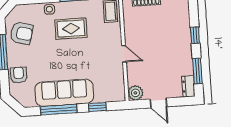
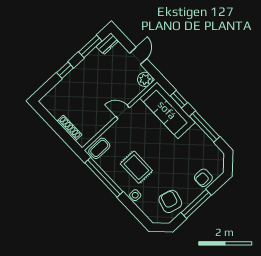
door: (124, 54) -> (123, 112), hinge flipped
sofa: (64, 93) -> (167, 110), moved

